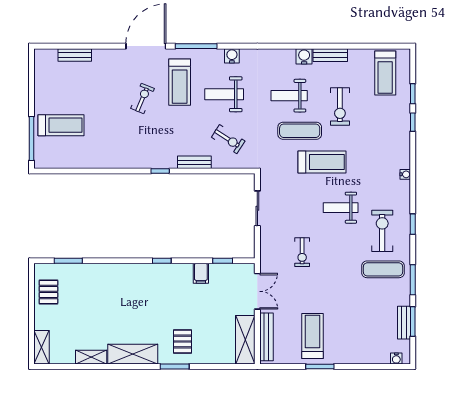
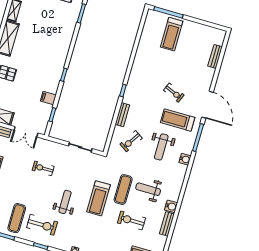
weight bench: (224, 94) -> (161, 147), turned 180
weight bench: (289, 96) -> (148, 189), turned -90

